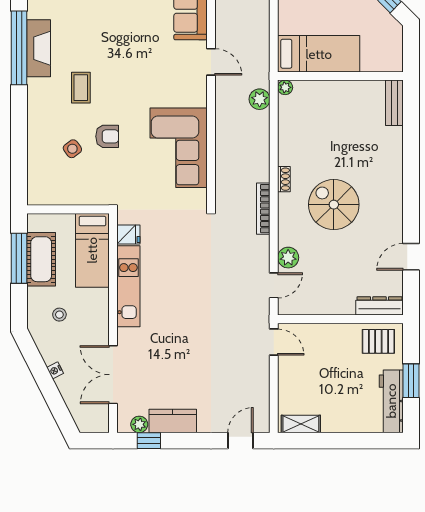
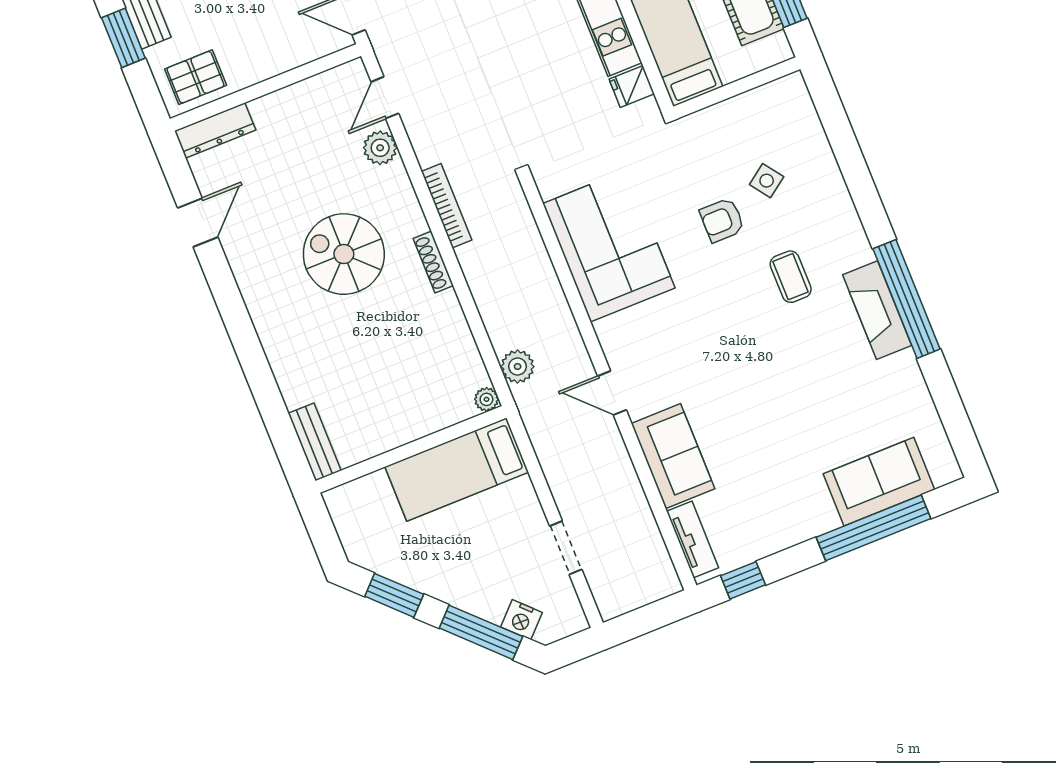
shoe rack: (284, 179) -> (433, 262), width x1.43
spiral stairs: (334, 205) -> (344, 254), turned 180

